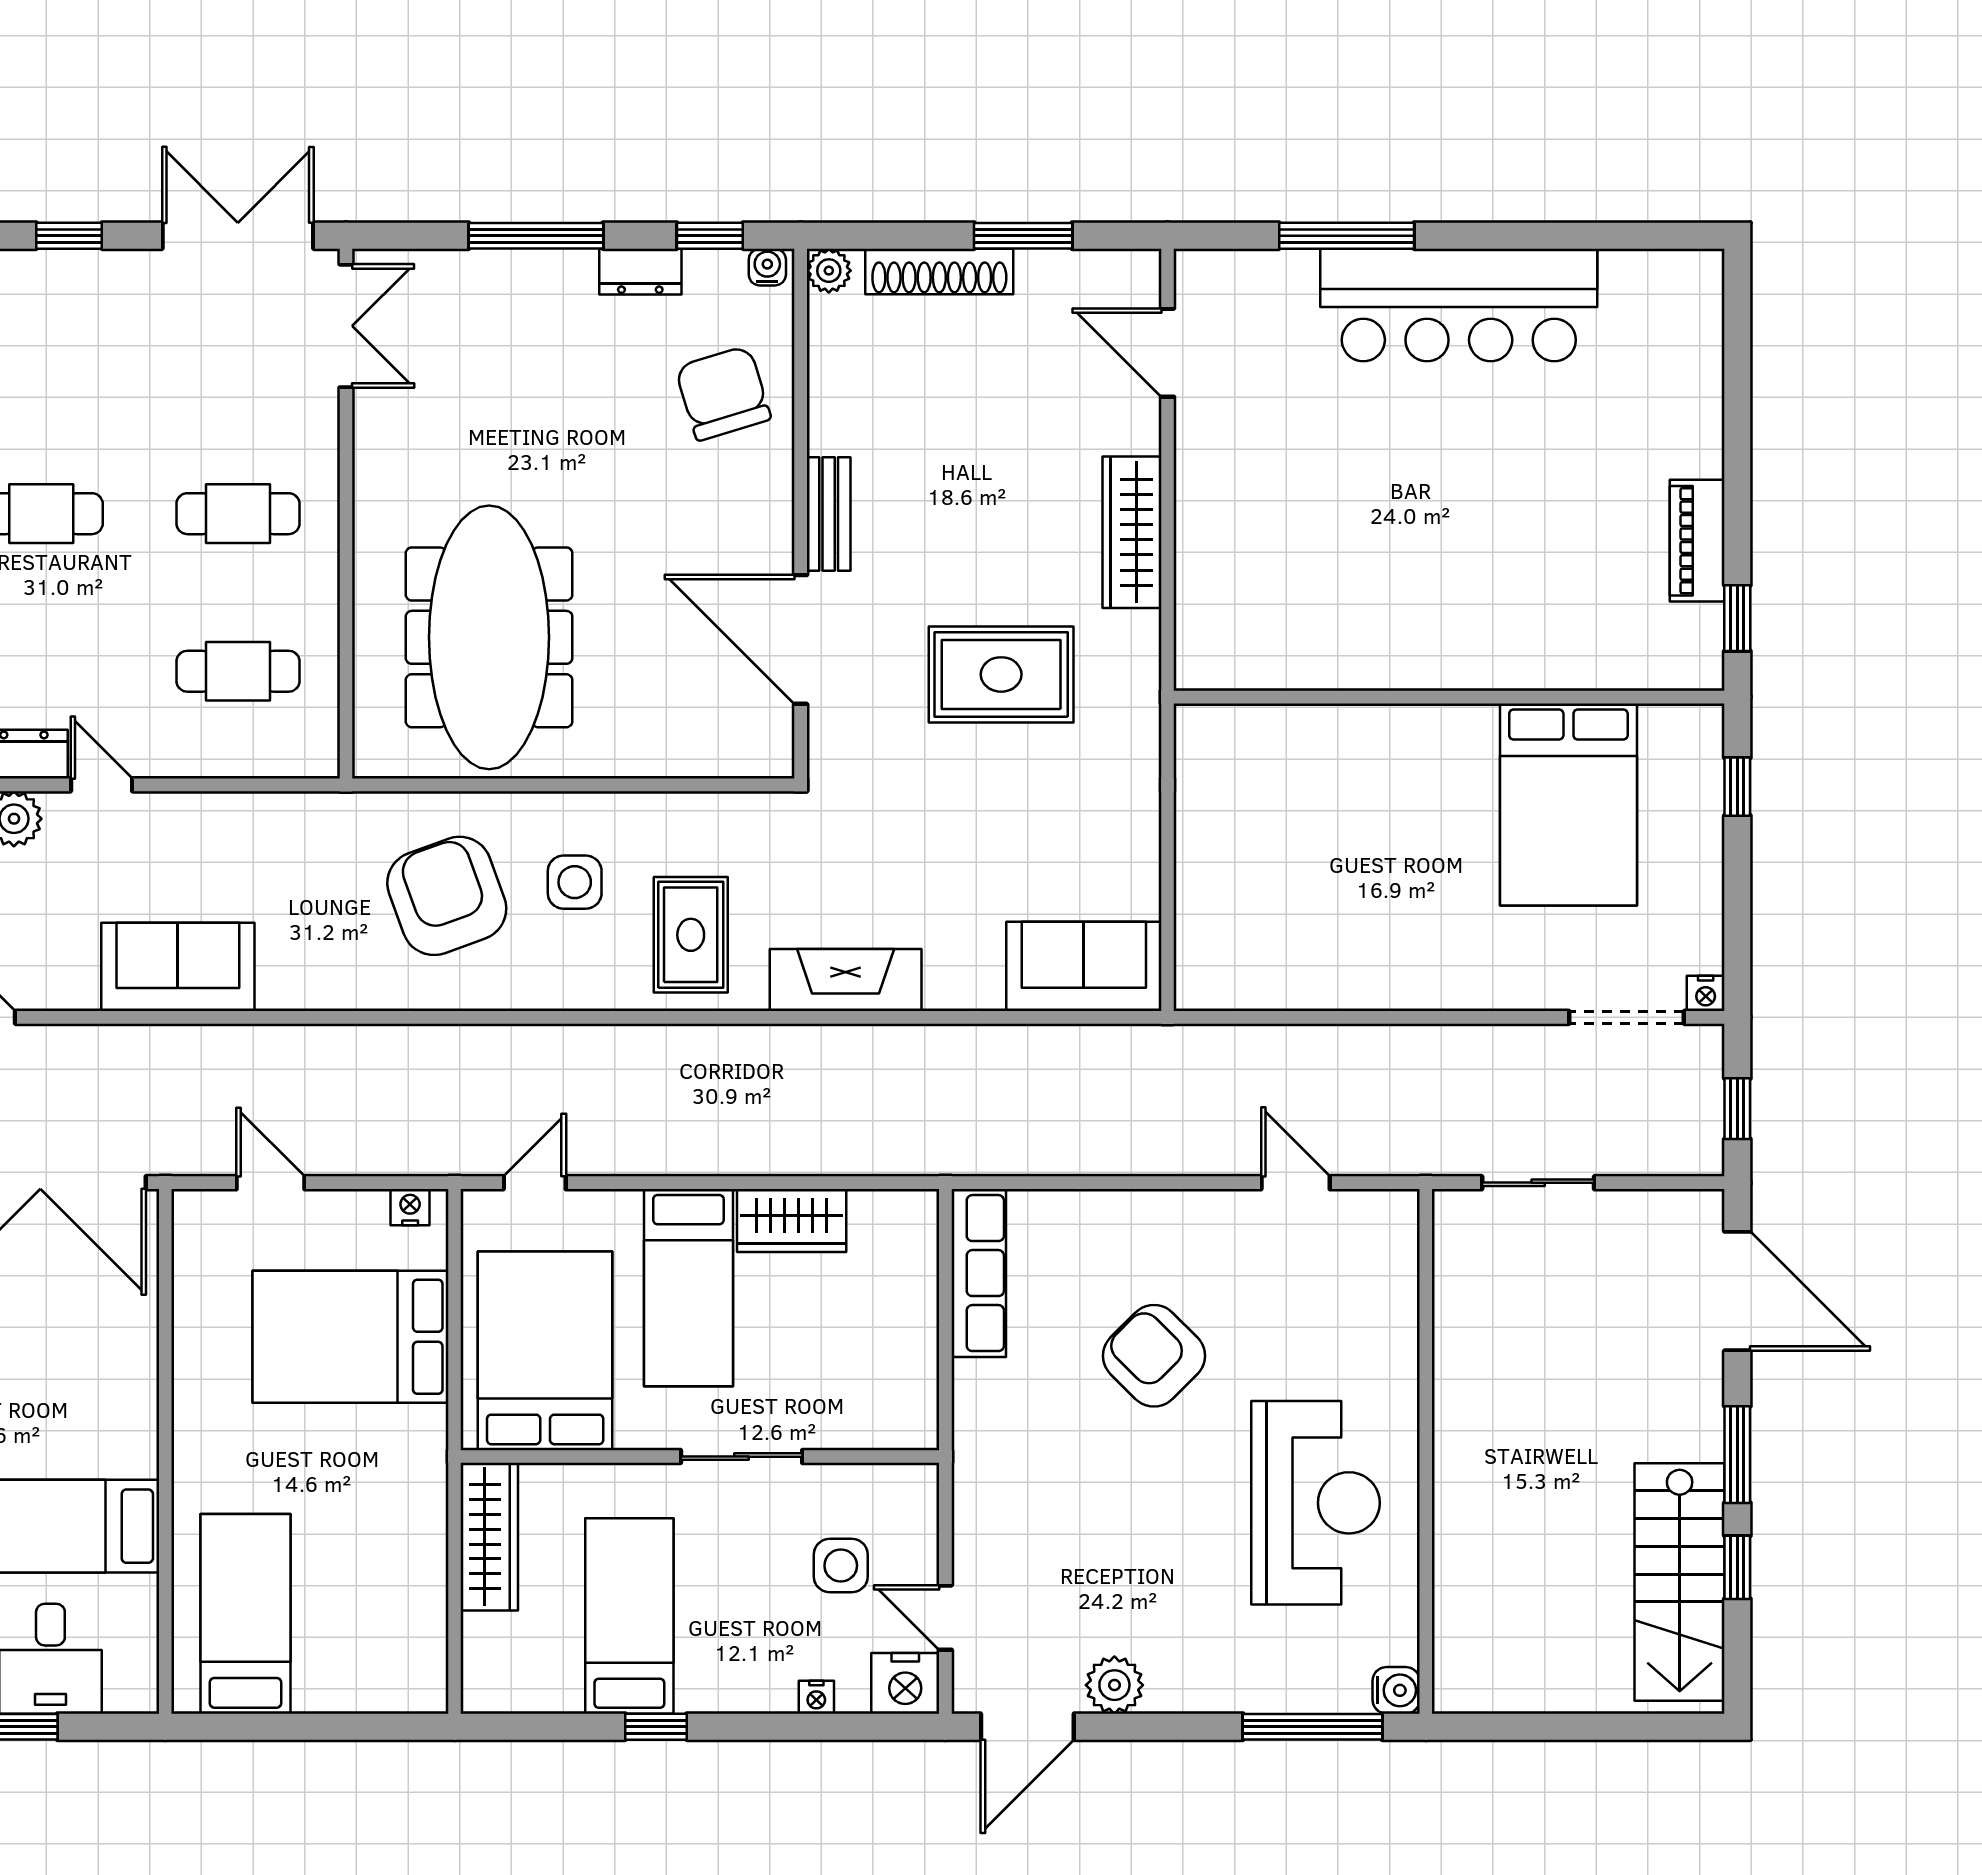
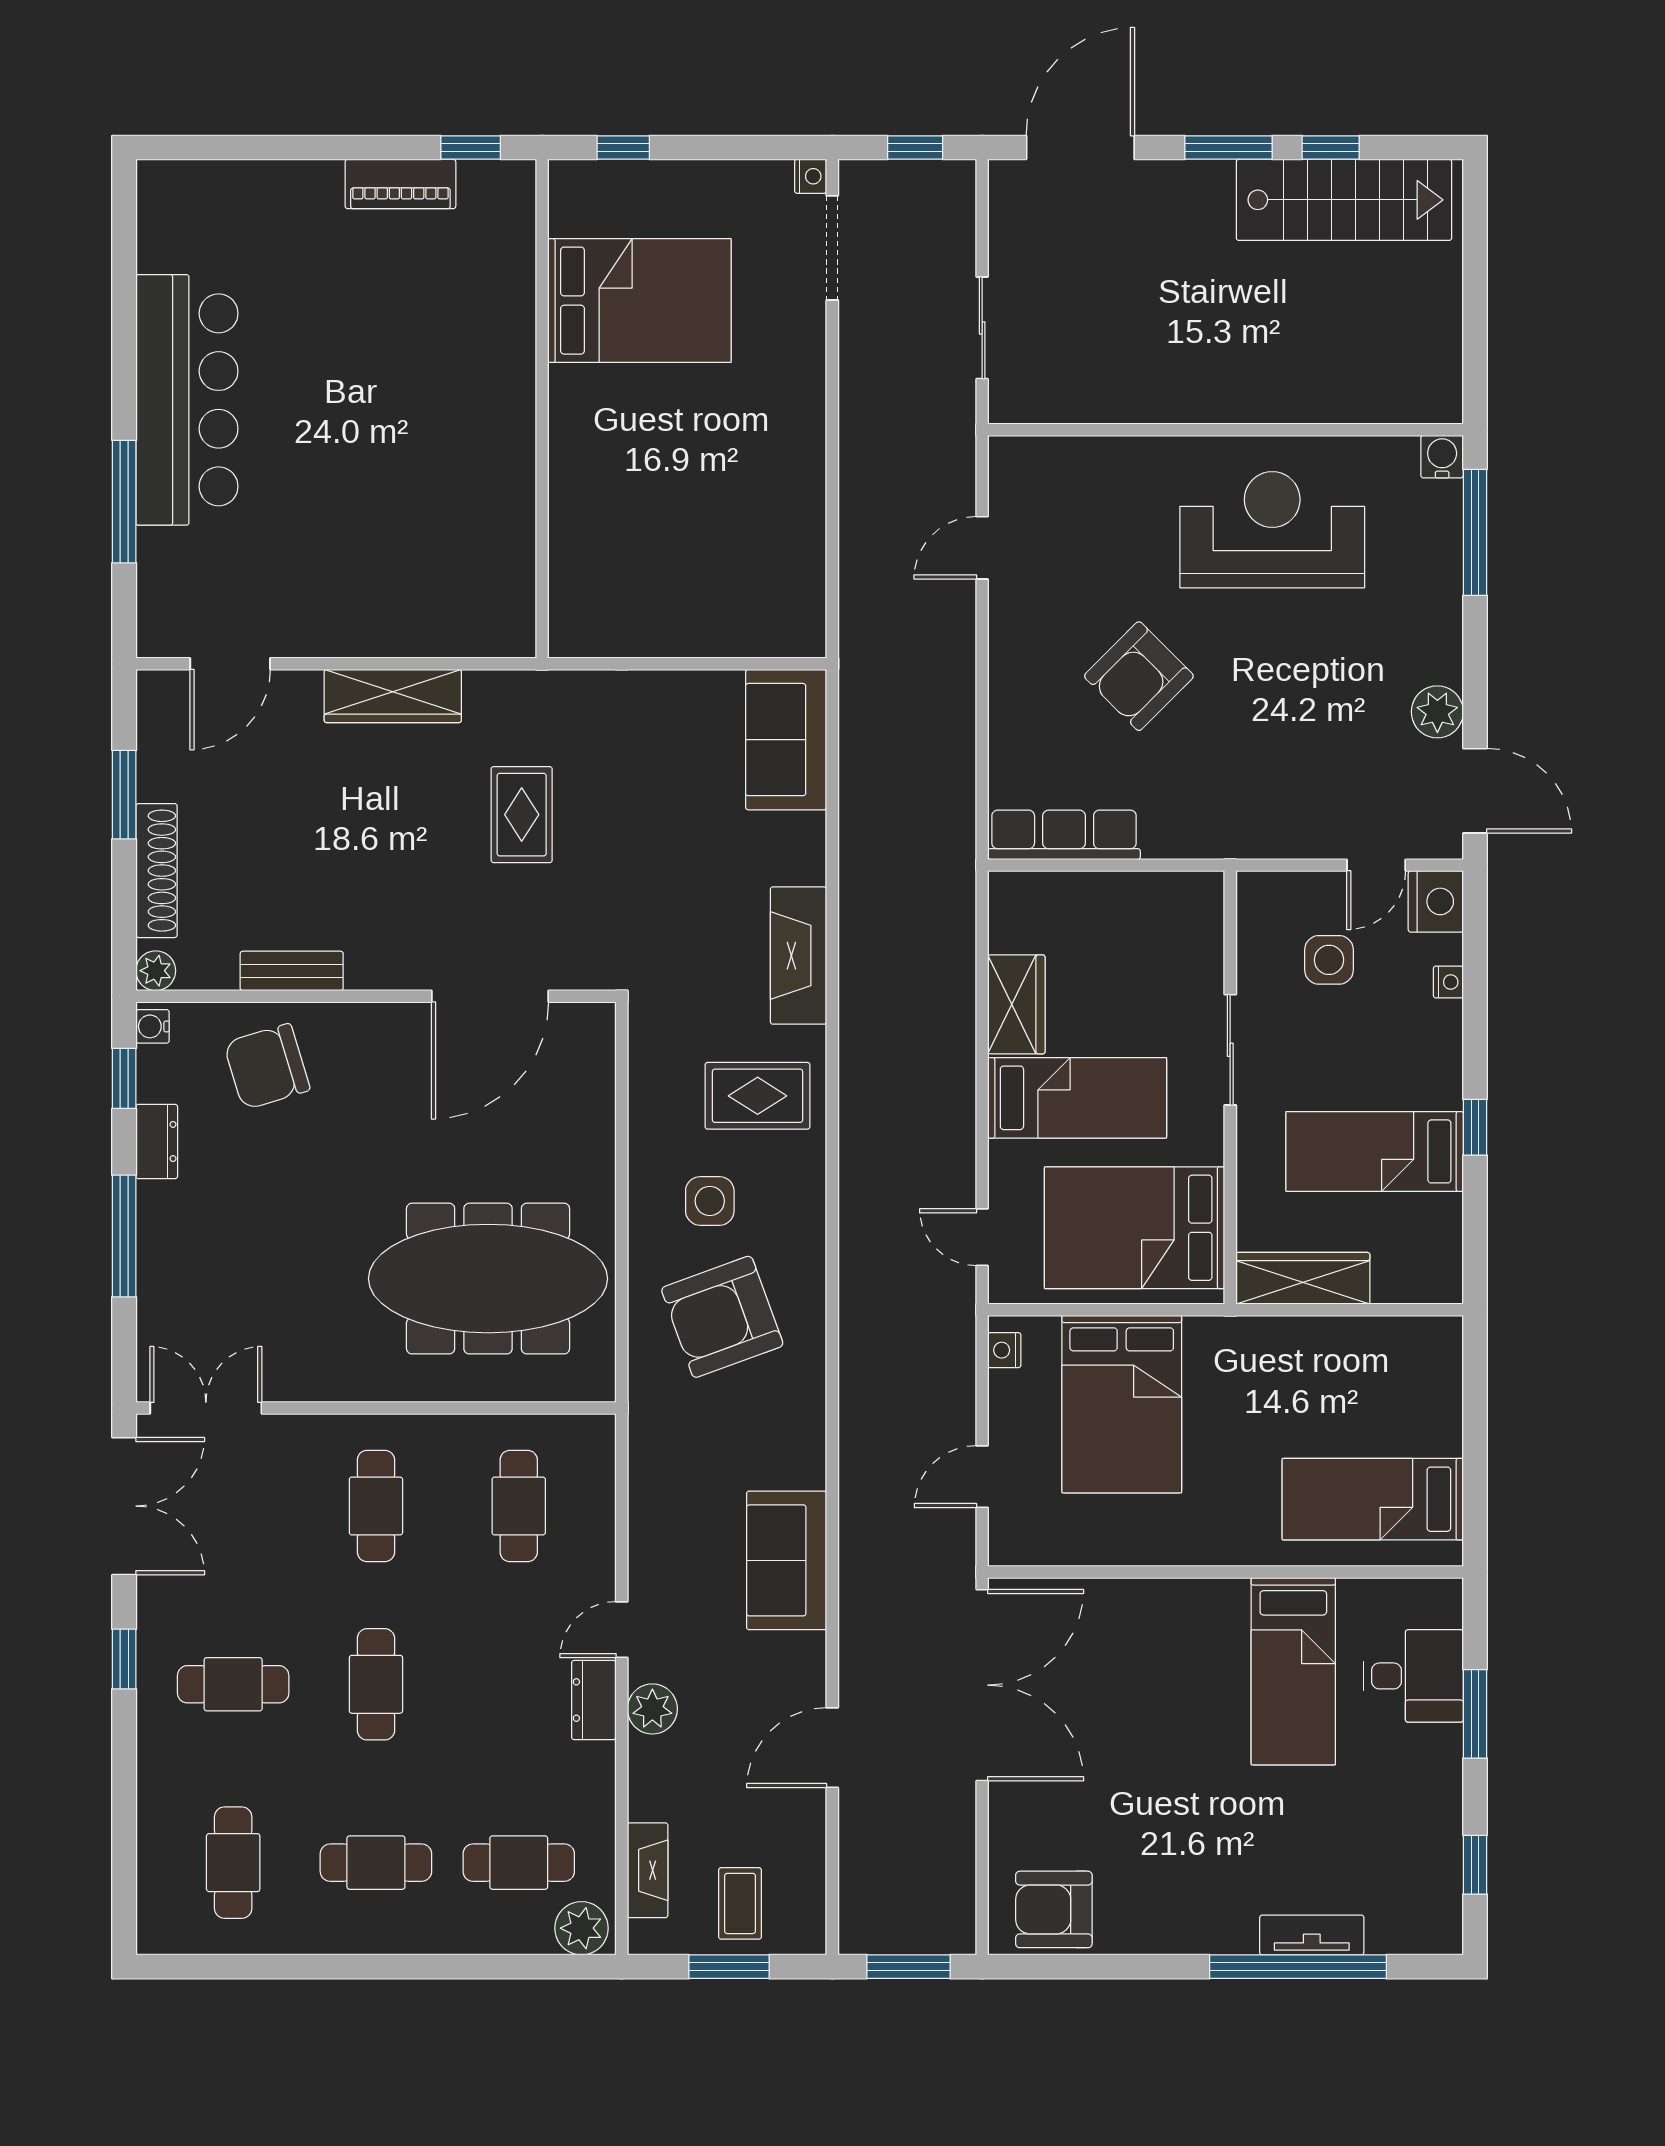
double door: (238, 236) -> (124, 1506), swing flipped
cafe table: (41, 356) -> (233, 1684), added
bench: (829, 514) -> (292, 971), moved
rug: (1001, 674) -> (522, 815), width x0.73, depth x0.70

